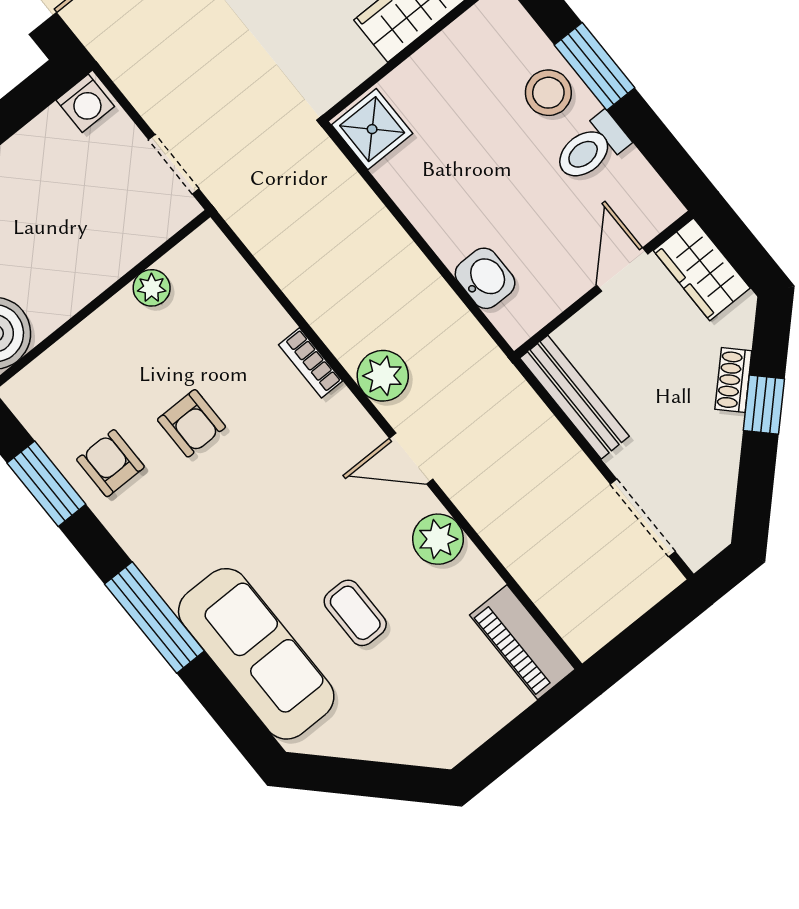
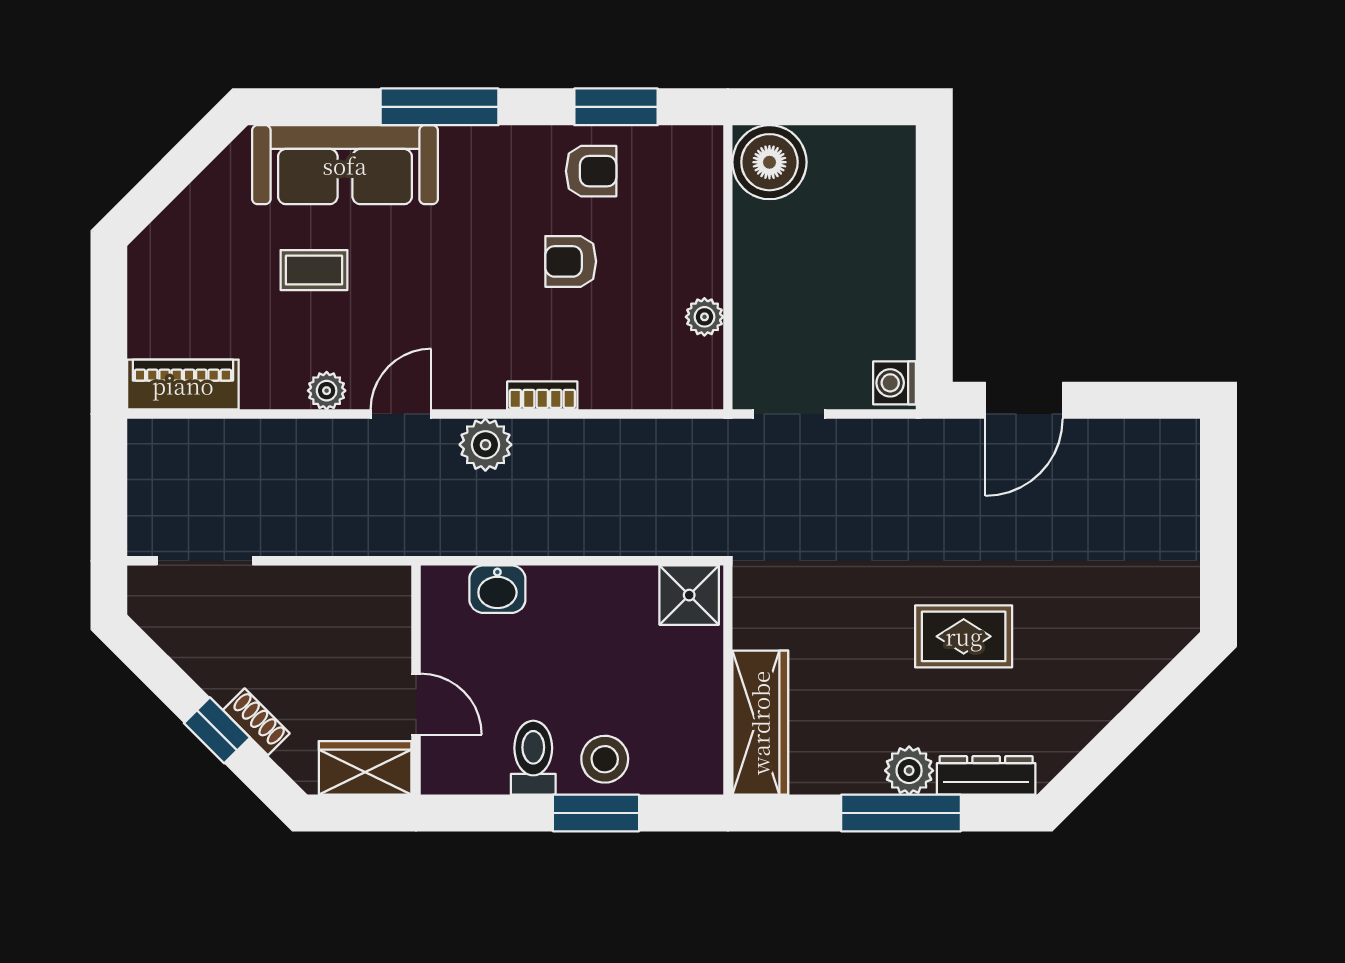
bench: (574, 397) -> (345, 584), removed
plant: (438, 539) -> (327, 391), width x0.73, depth x0.73

